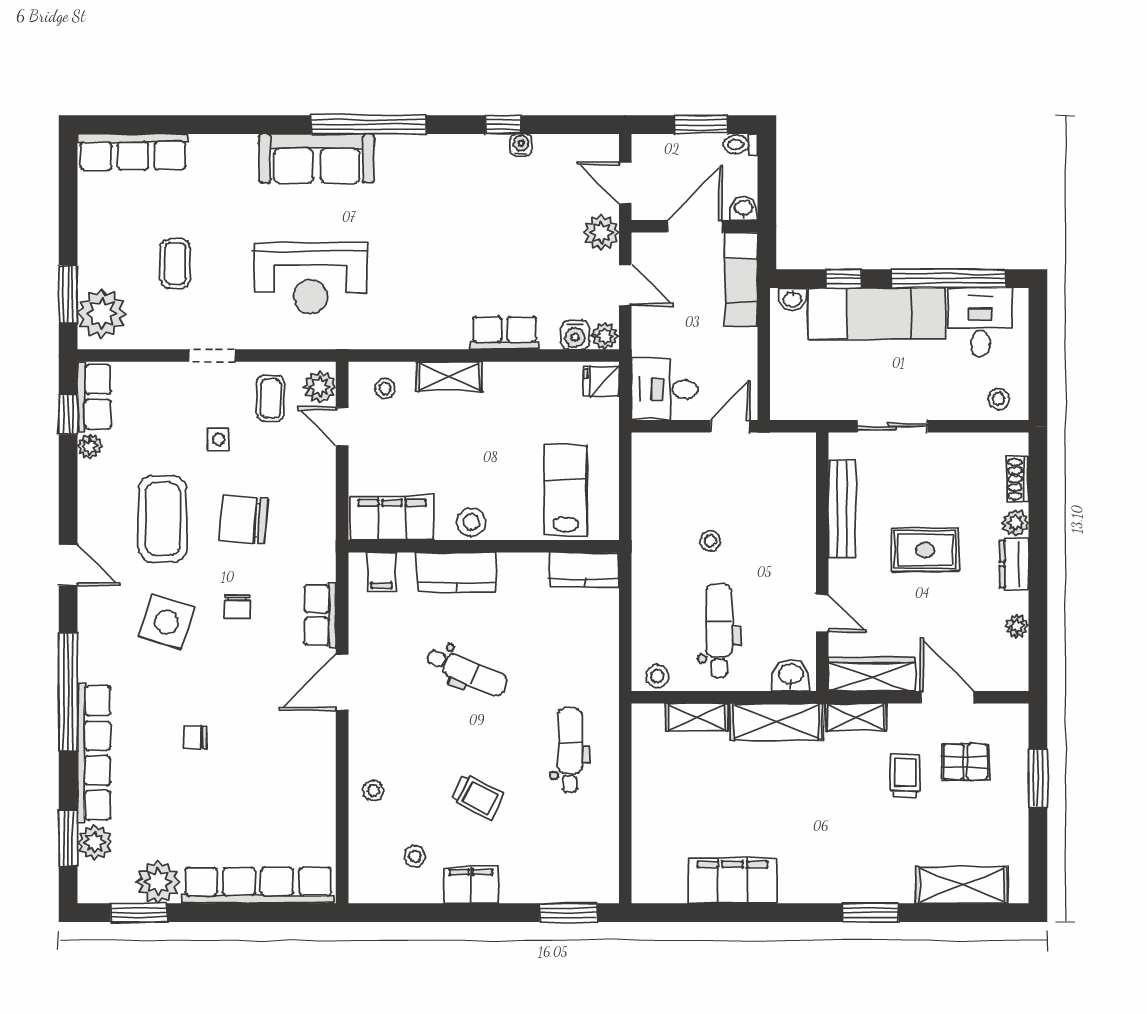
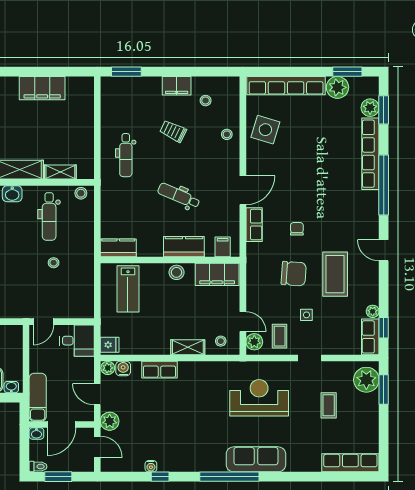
side table: (167, 622) -> (265, 130), moved
chair: (195, 737) -> (318, 162), removed

